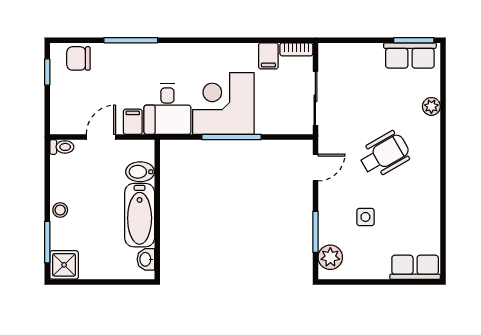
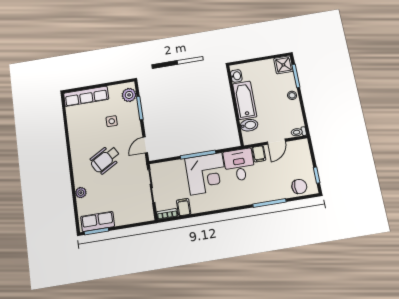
row of seats: (415, 267) -> (86, 96), width x1.48

